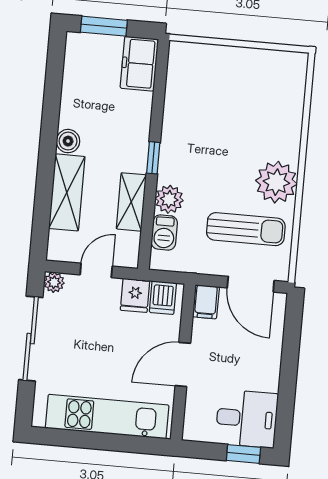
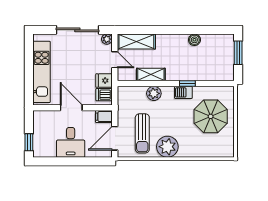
freezer: (139, 64) -> (221, 72), removed
parasol: (224, 92) -> (211, 116), added
boiler: (68, 141) -> (194, 40), moved
window: (153, 158) -> (187, 84), moved
shelving: (67, 192) -> (136, 41), moved
barbecue: (164, 232) -> (183, 92), moved
desk: (247, 419) -> (71, 142), moved

